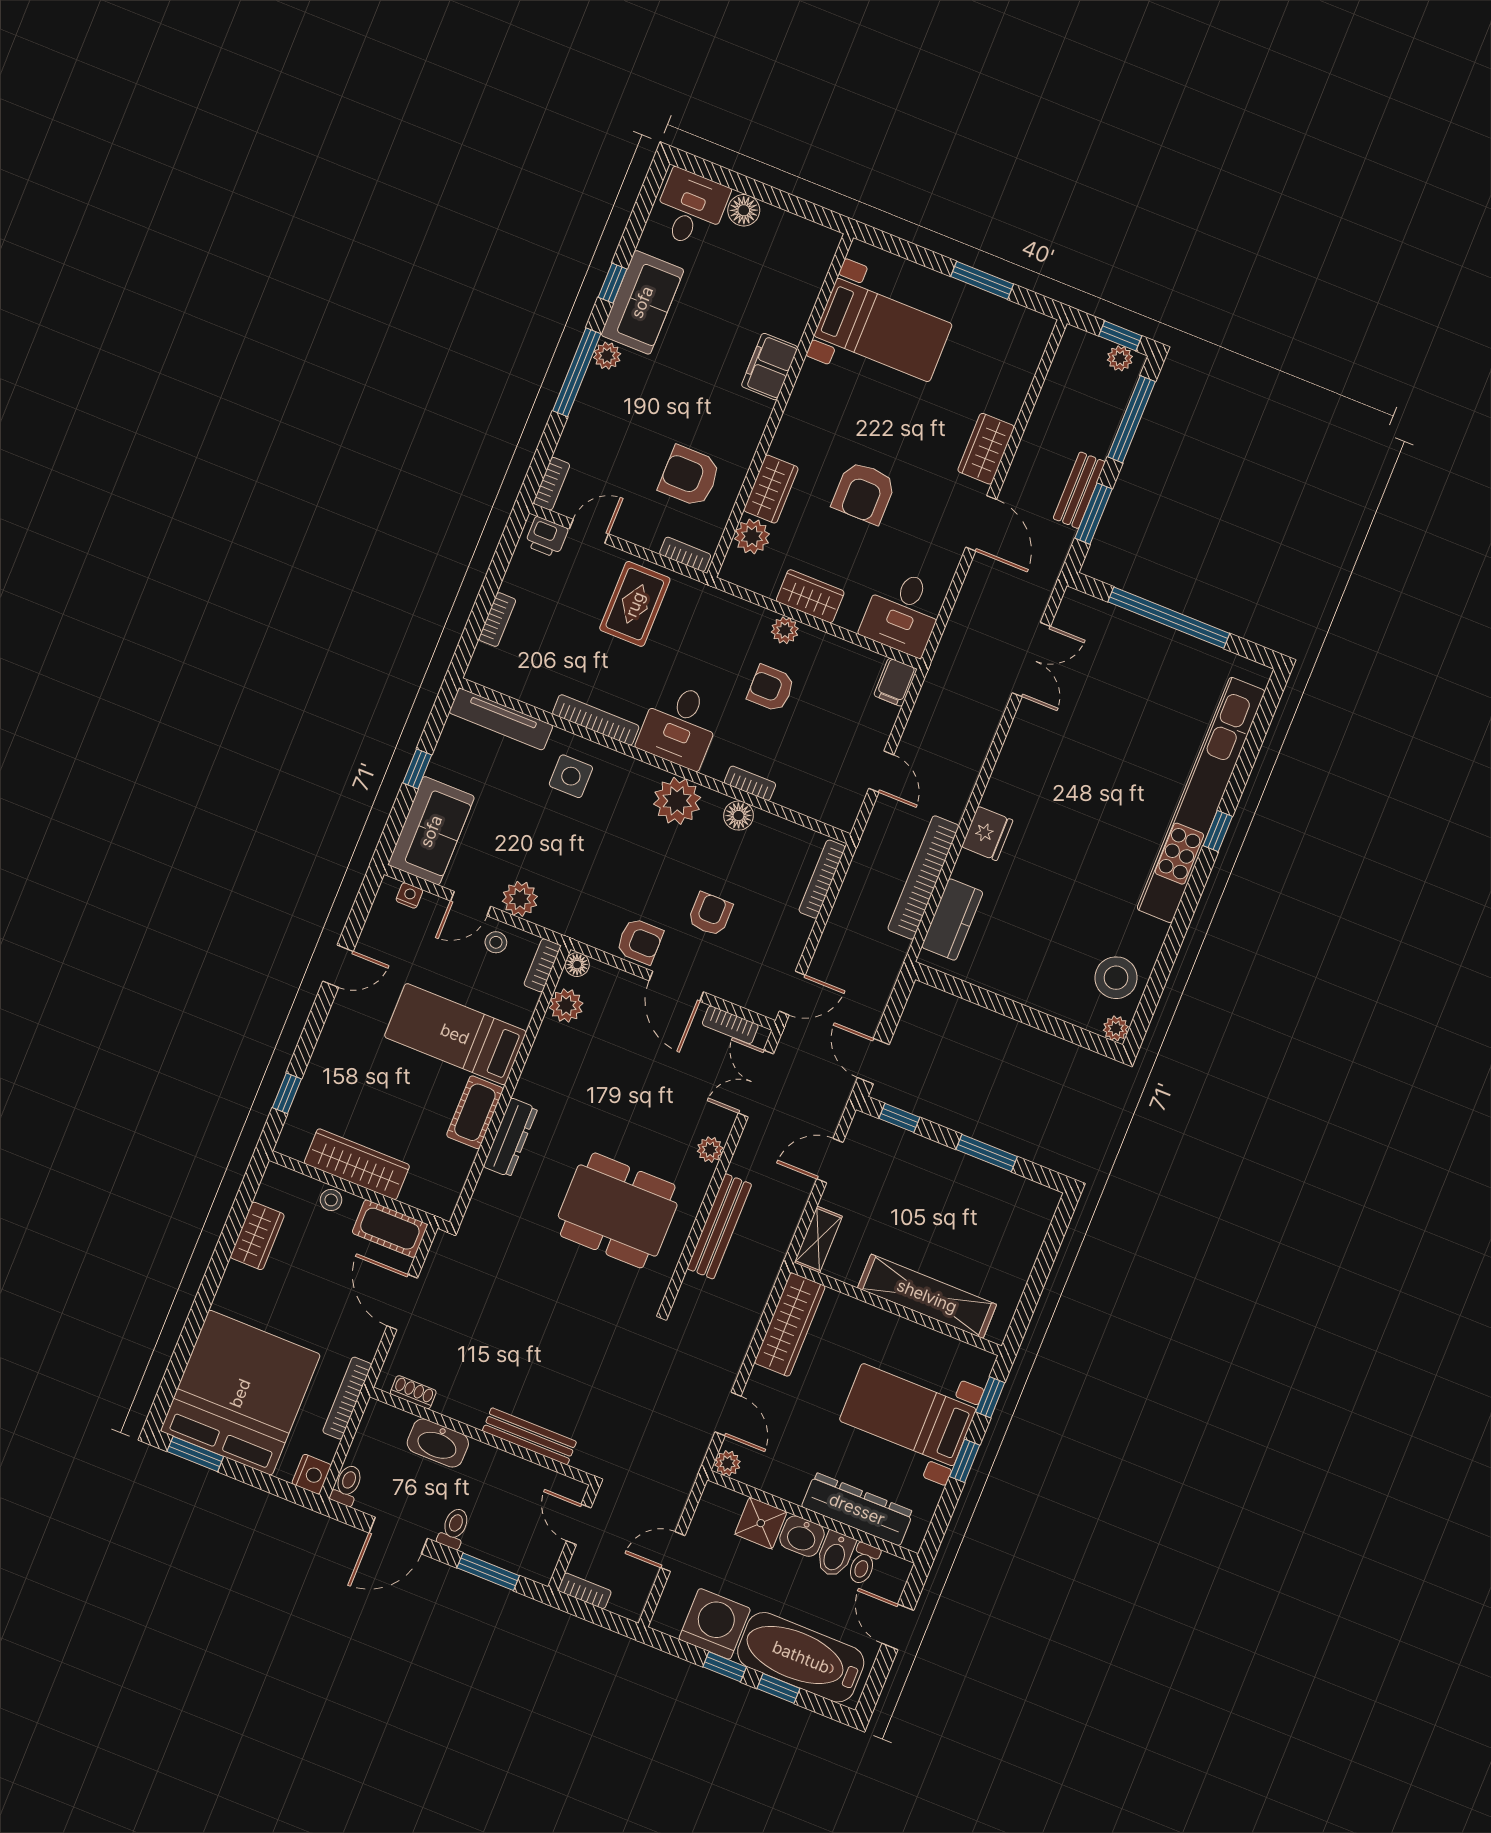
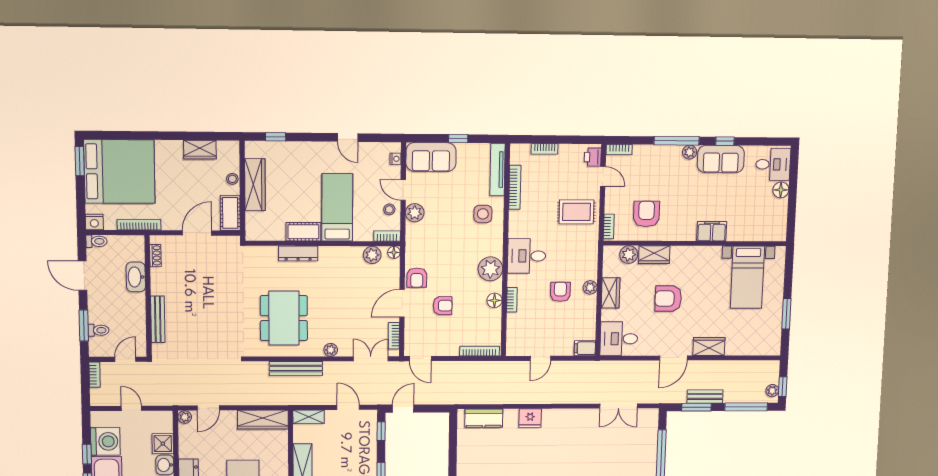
bookcase: (596, 720) -> (515, 187), moved
bookcase: (923, 878) -> (498, 397), removed
toilet: (454, 1528) -> (98, 330), moved

